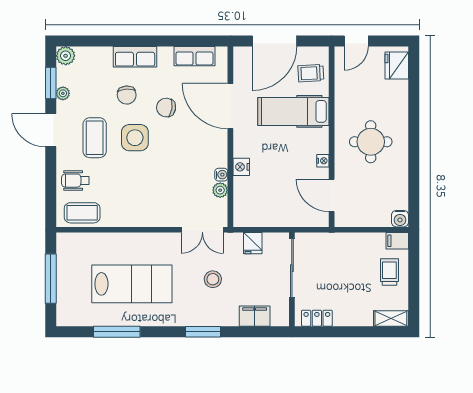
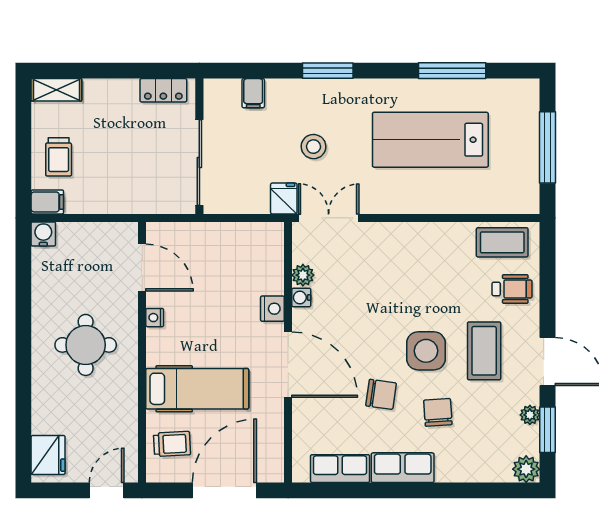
row of seats: (135, 57) -> (403, 468), moved
door: (230, 106) -> (288, 365), moved
fridge: (253, 243) -> (284, 199), moved
filing cabinet: (255, 316) -> (253, 93), width x0.50

